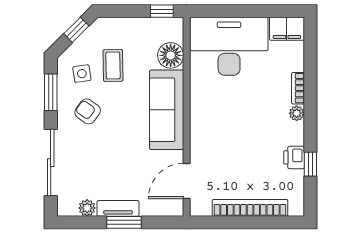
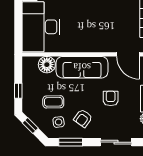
window: (162, 11) -> (18, 91), moved
armchair: (118, 154) -> (111, 98), added
sliding door: (51, 163) -> (116, 142), width x0.73

